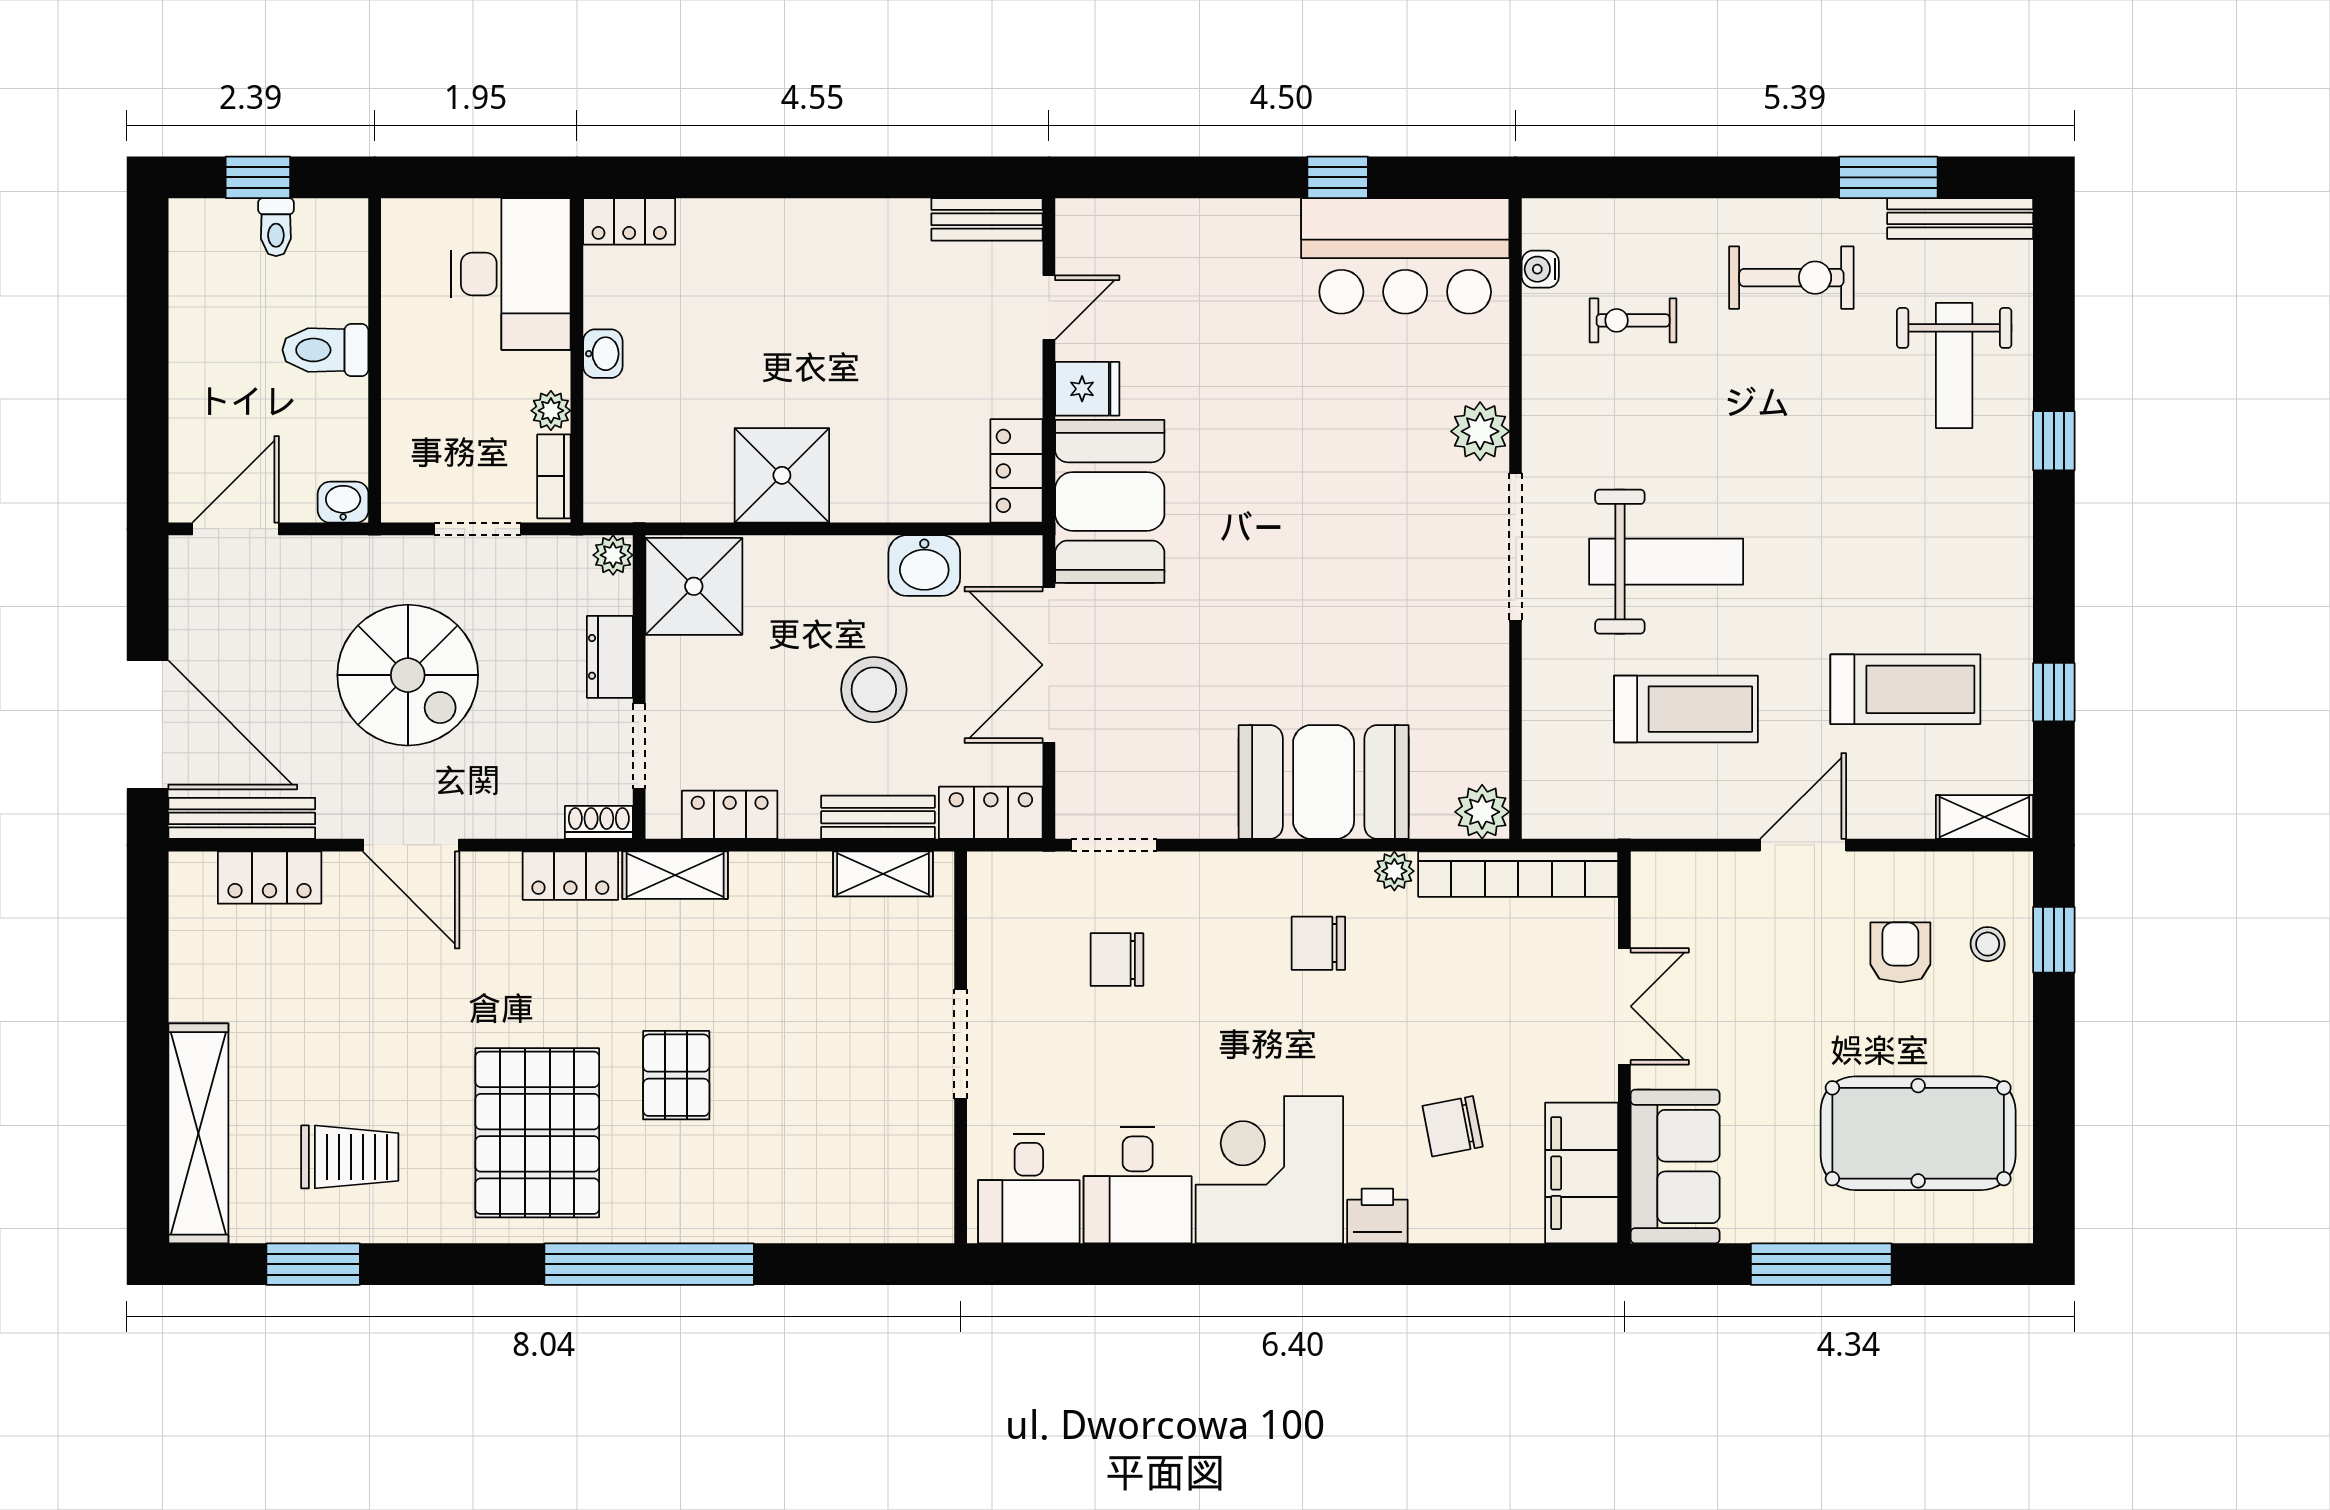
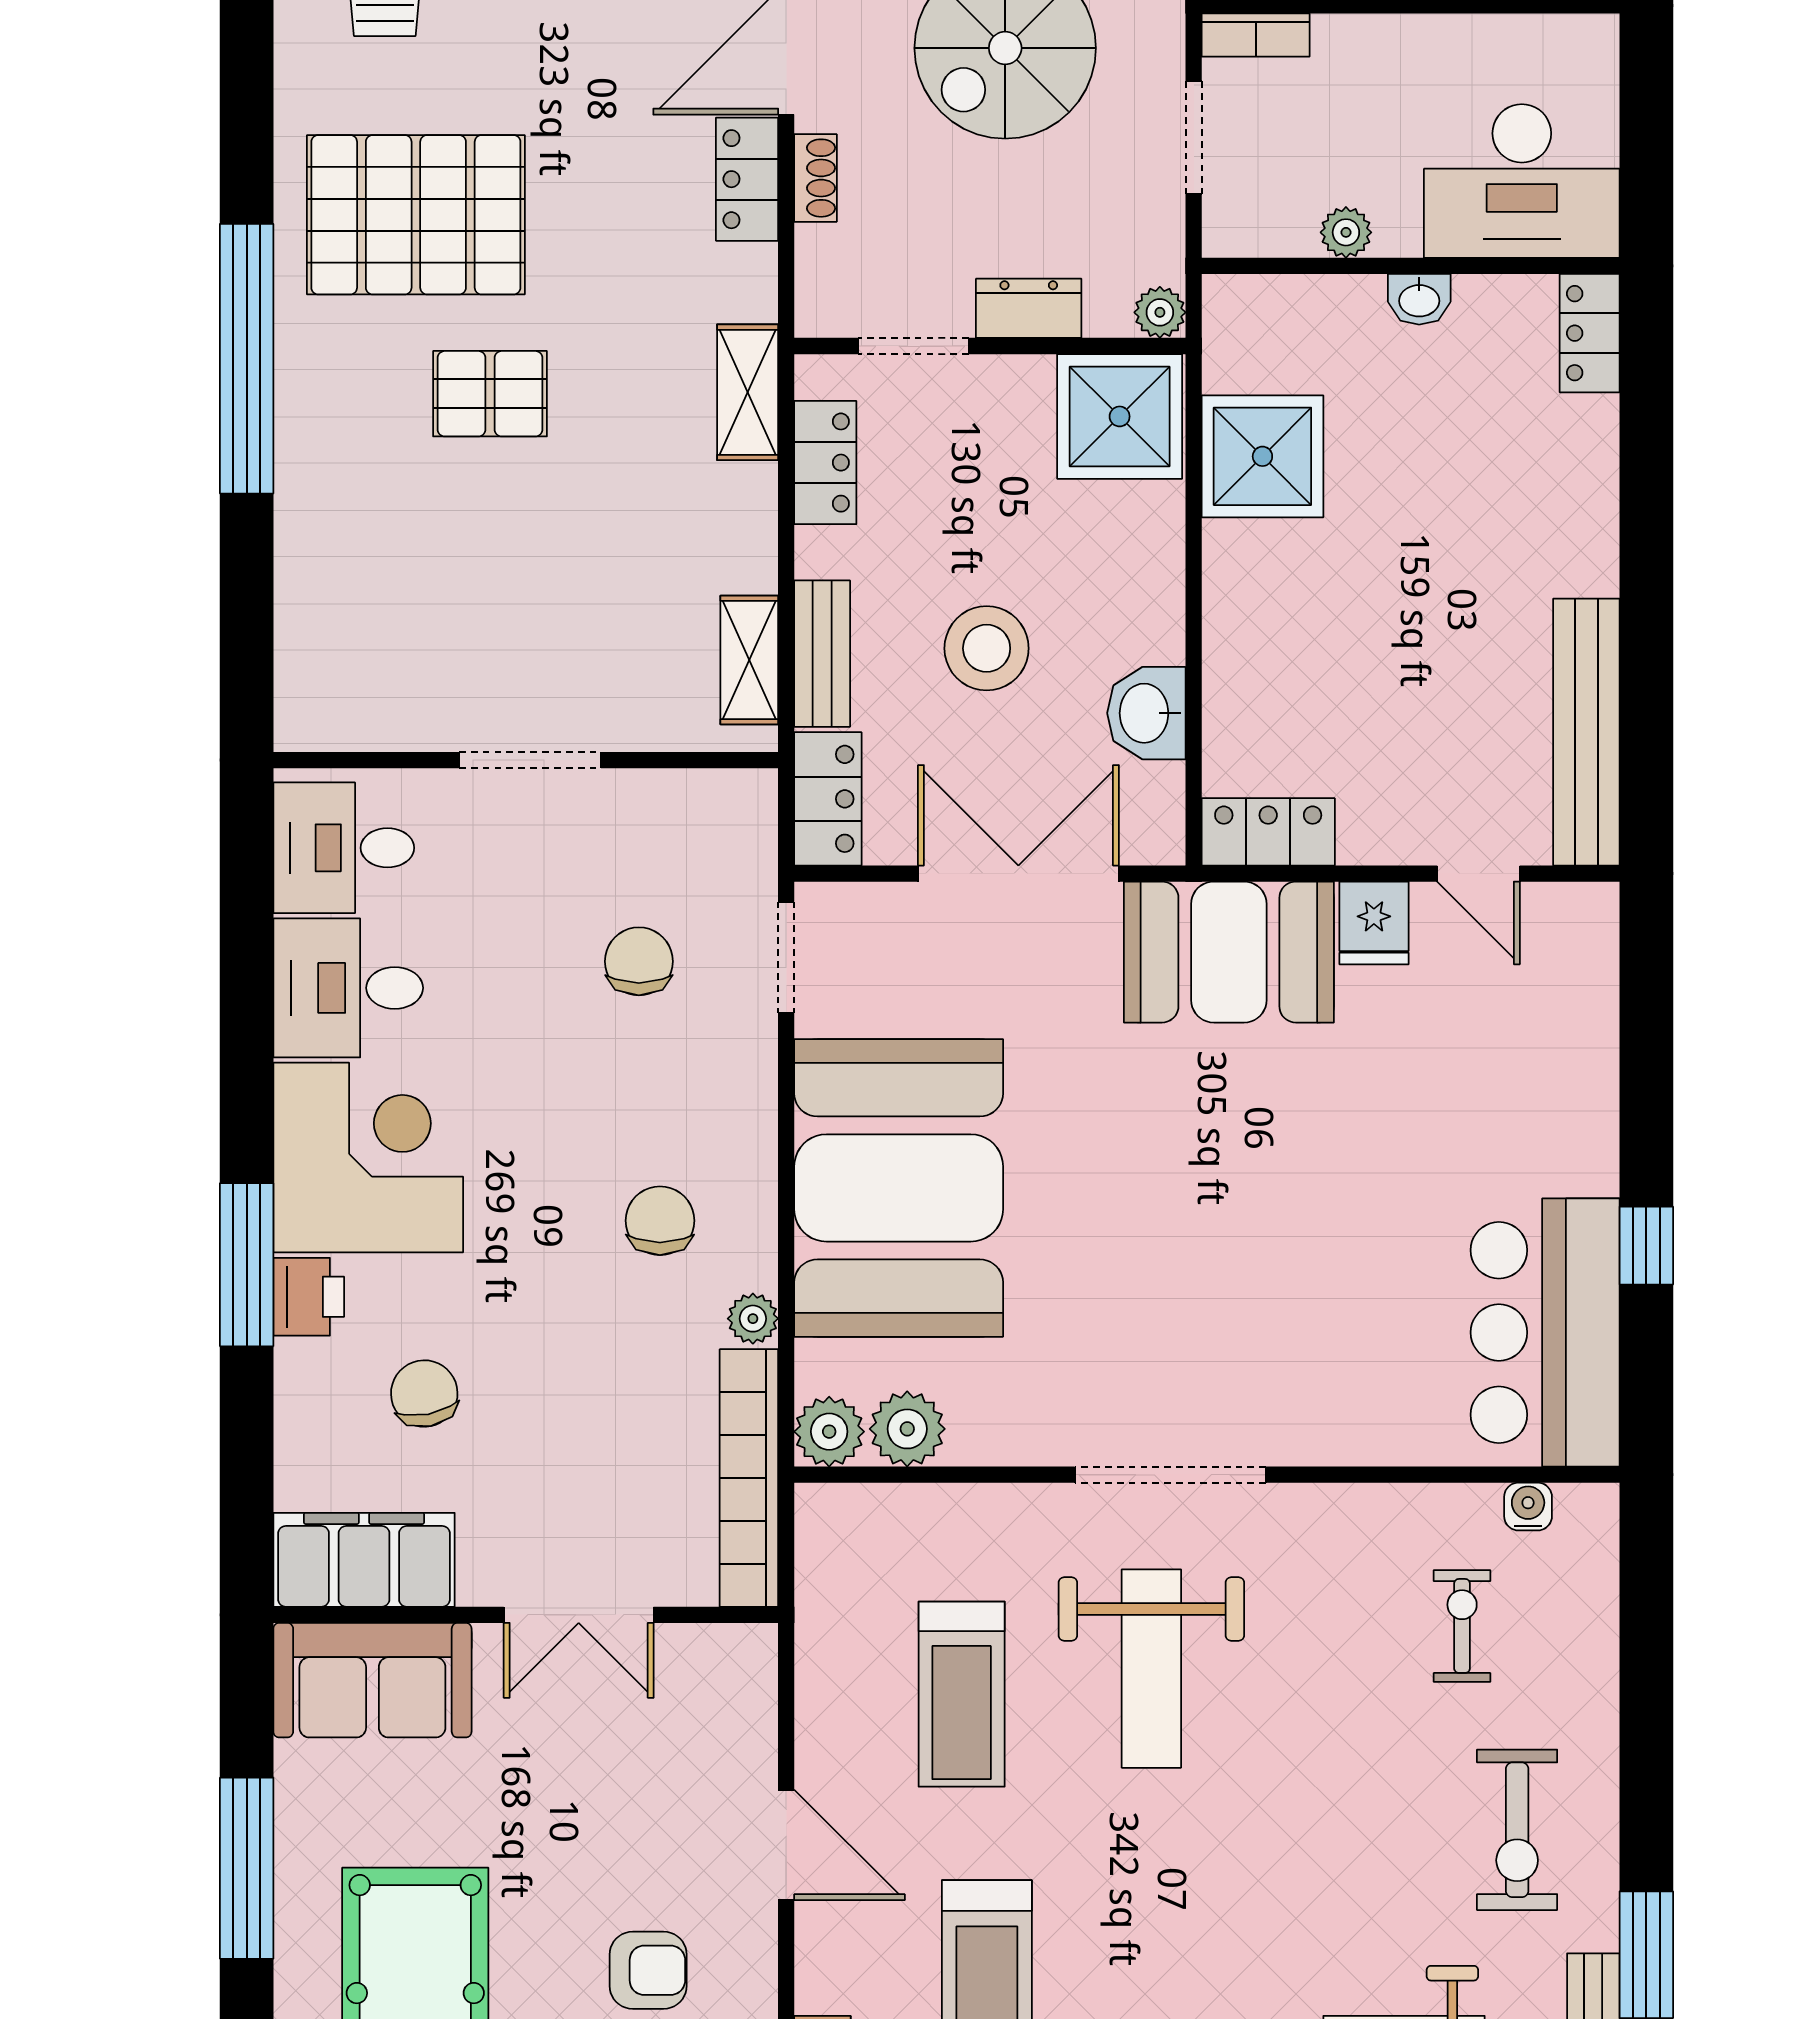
bench: (987, 219) -> (1586, 732), width x1.86, depth x1.21
plant: (1480, 431) -> (907, 1429), moved
shower: (782, 475) -> (1262, 456), moved
bookcase: (554, 476) -> (1256, 35), moved, turned 180
booth: (1324, 782) -> (899, 1188), width x1.36, depth x1.42
shoe rack: (599, 822) -> (815, 178), moved
locker: (570, 876) -> (747, 179), moved
window: (1352, 1264) -> (247, 1265), added

